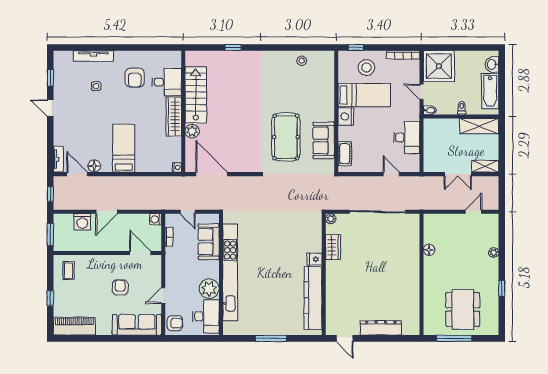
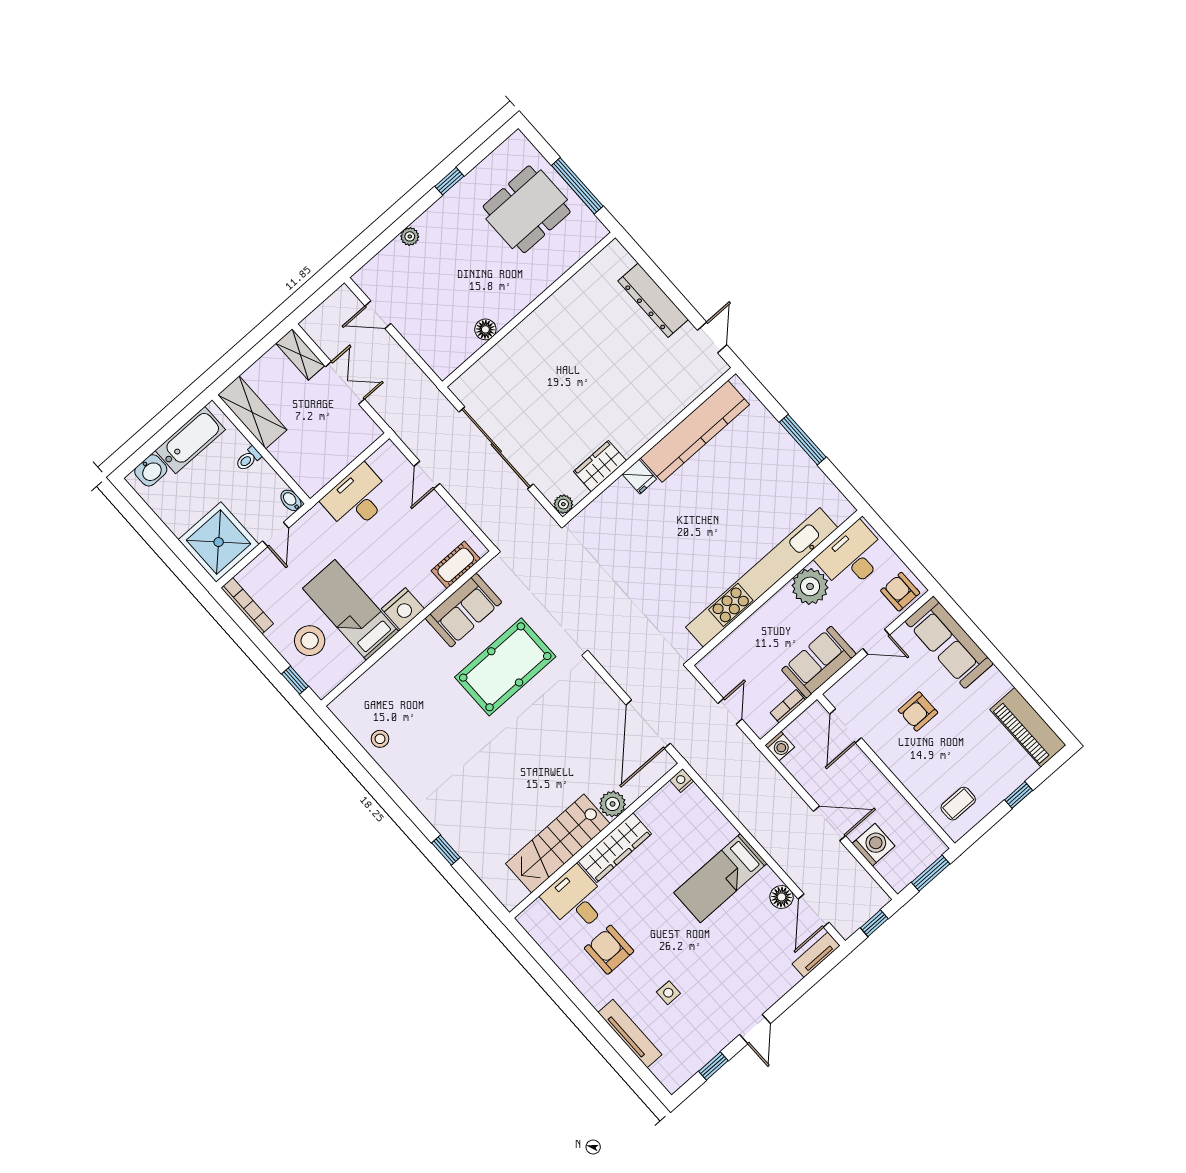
armchair: (135, 78) -> (609, 950), turned -90
sofa: (209, 242) -> (819, 662), moved, turned 180

